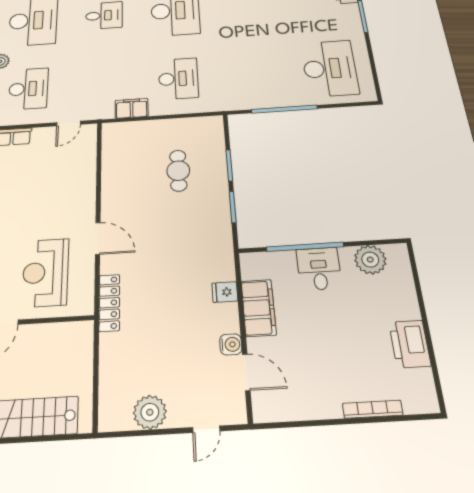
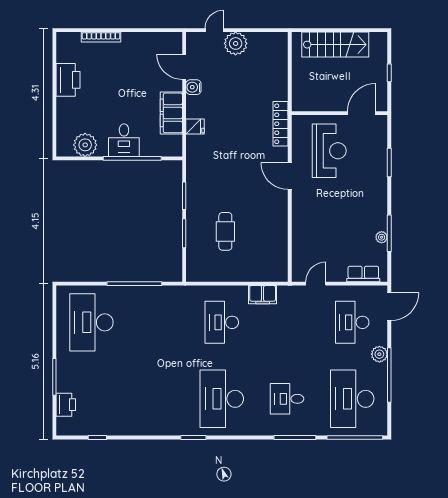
plant: (150, 412) -> (236, 43), moved

